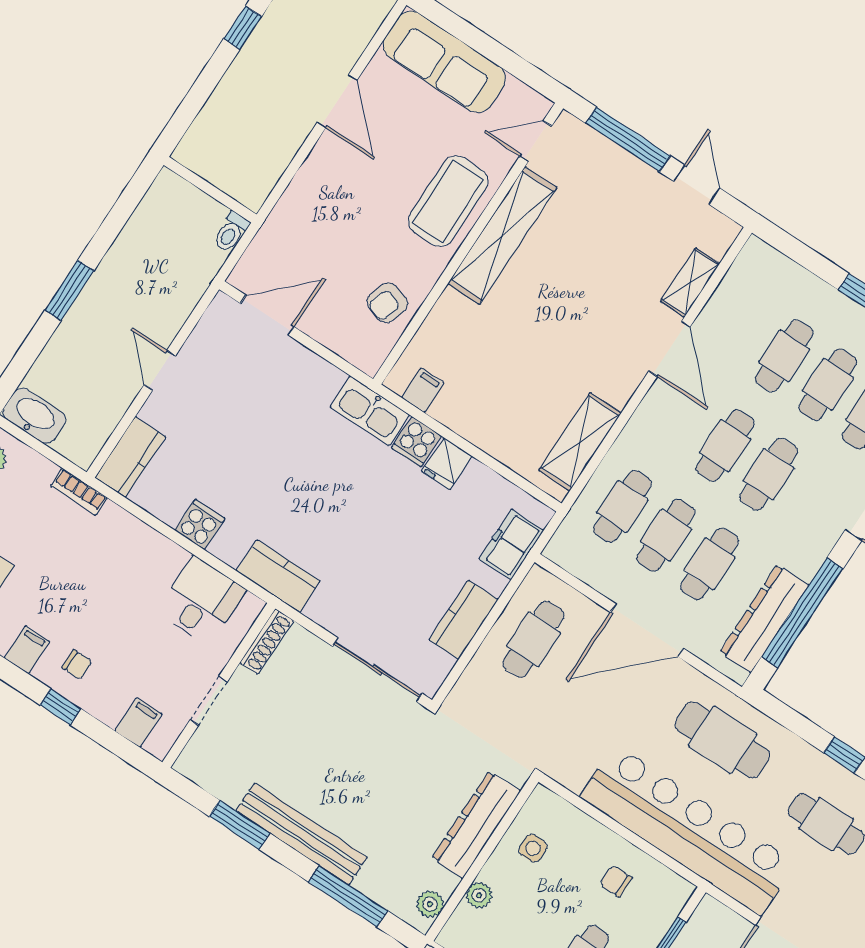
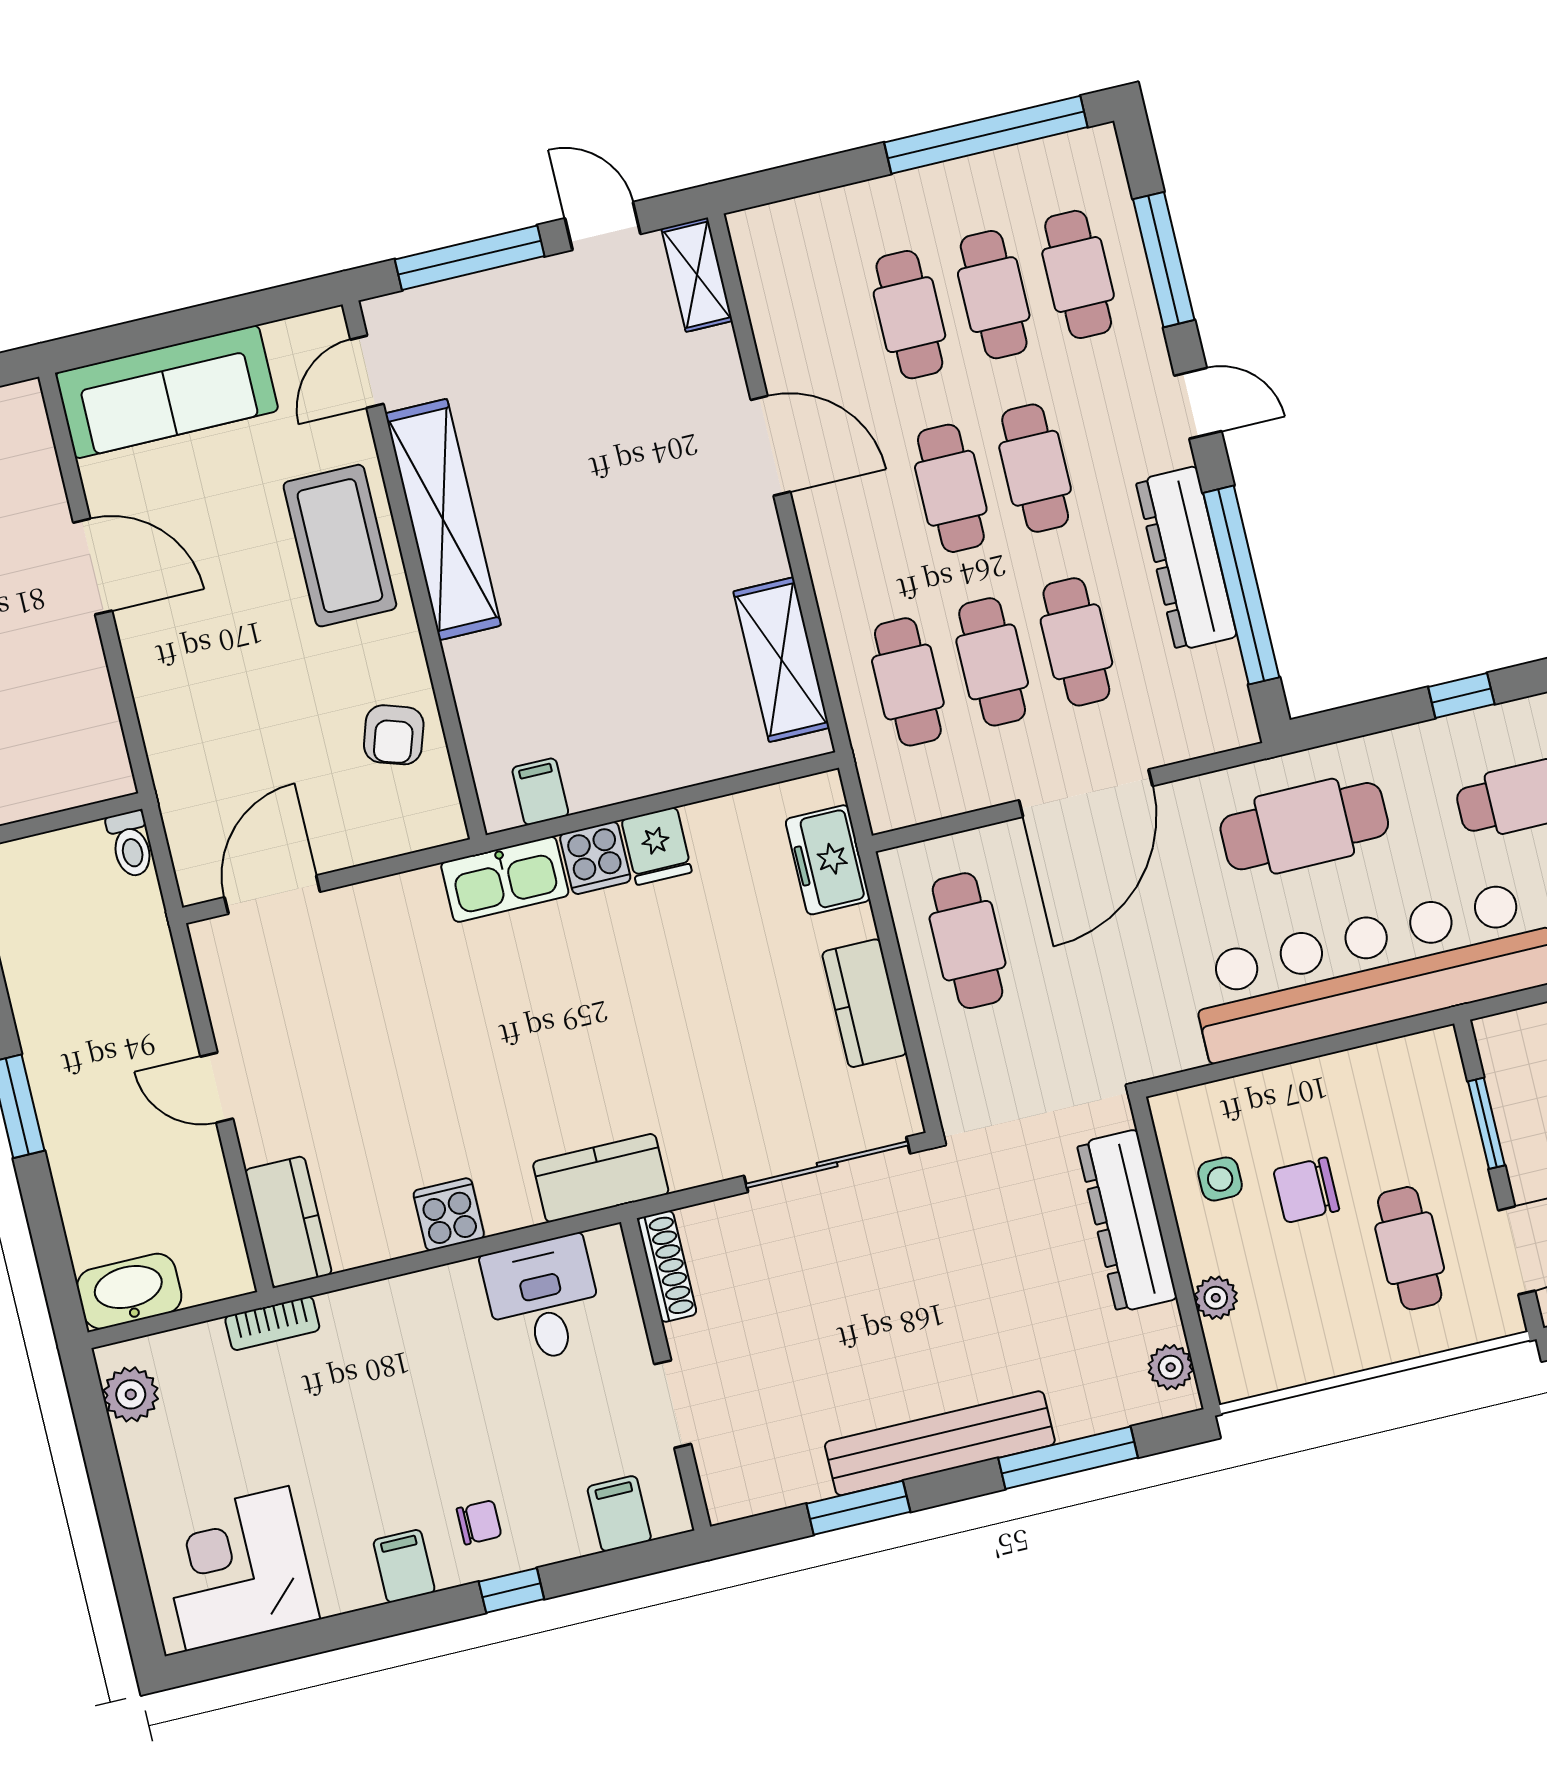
shelving: (690, 282) -> (697, 275), moved
dresser: (764, 619) -> (1186, 559), moved
chair: (616, 881) -> (1306, 1190), moved, width x1.37, depth x1.37

